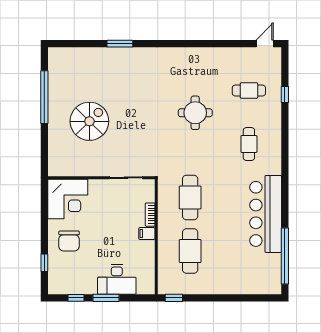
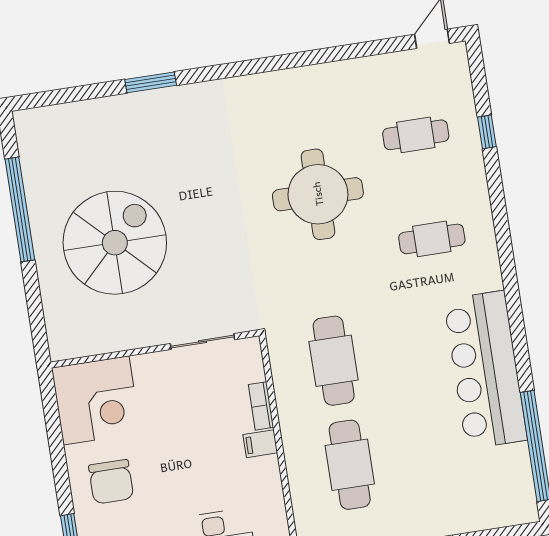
round table: (195, 113) -> (318, 194), width x1.36, depth x1.36
spiral stairs: (89, 121) -> (115, 243), width x1.37, depth x1.37
cafe table: (249, 144) -> (432, 239), turned 90

